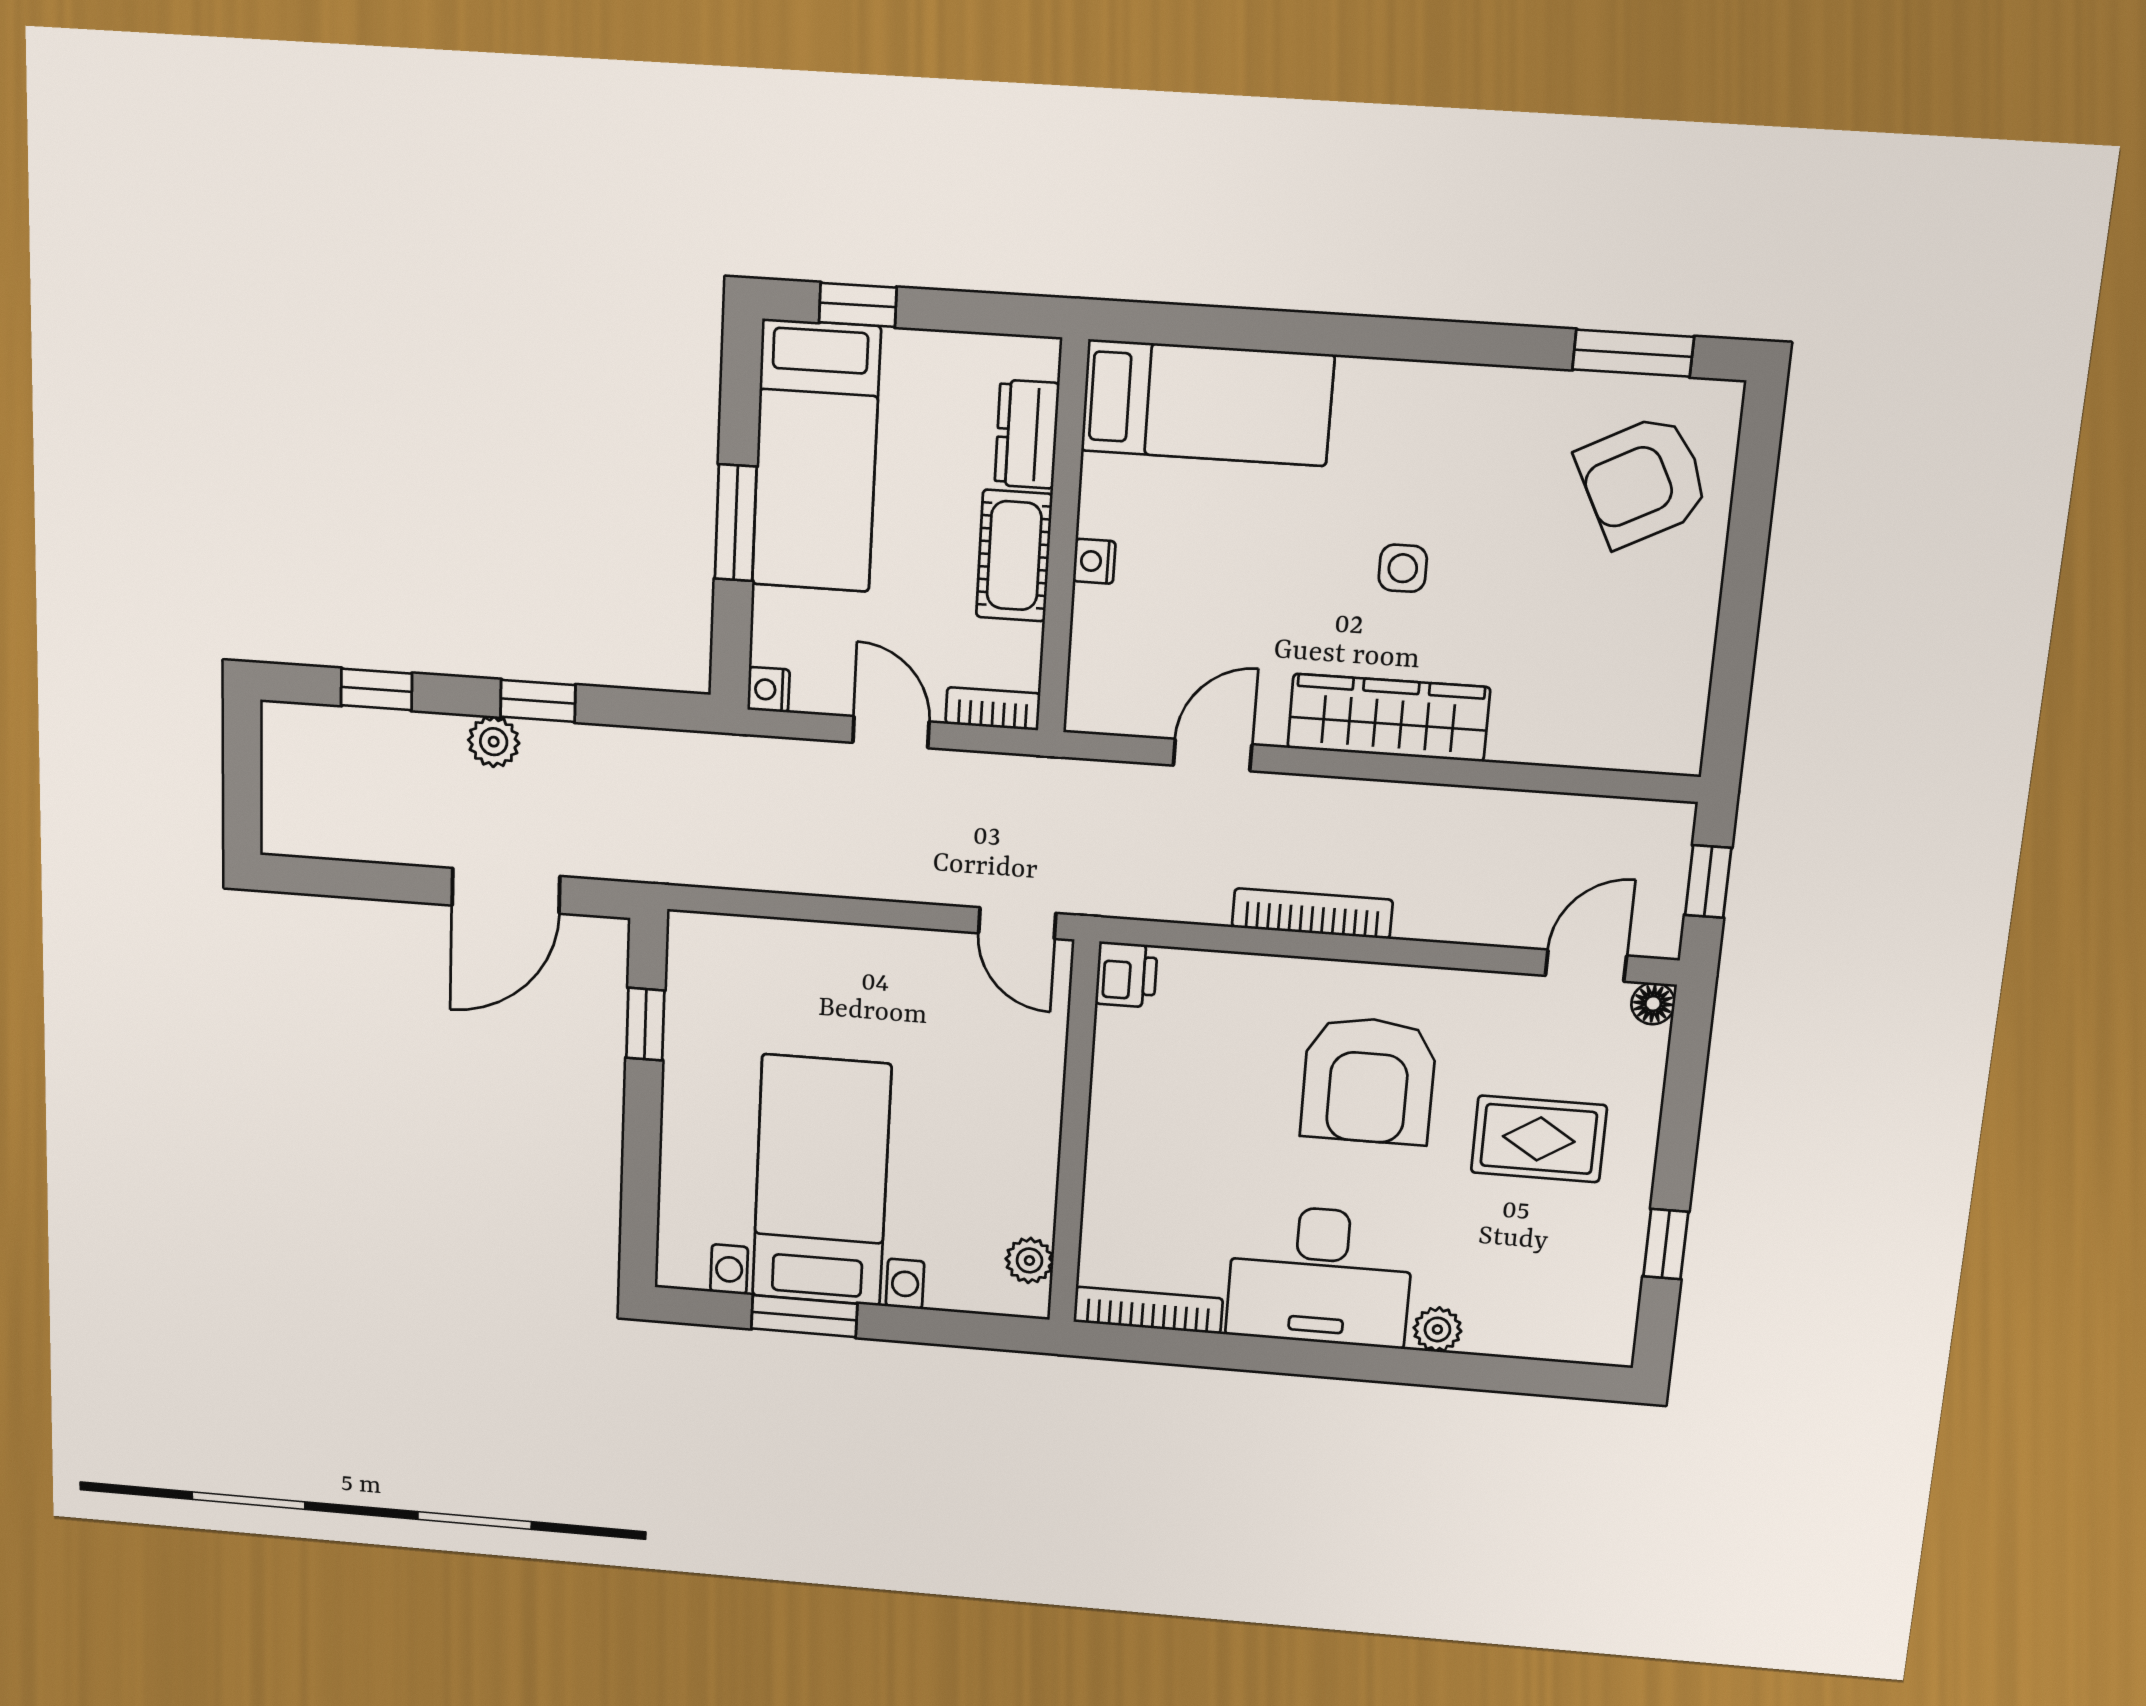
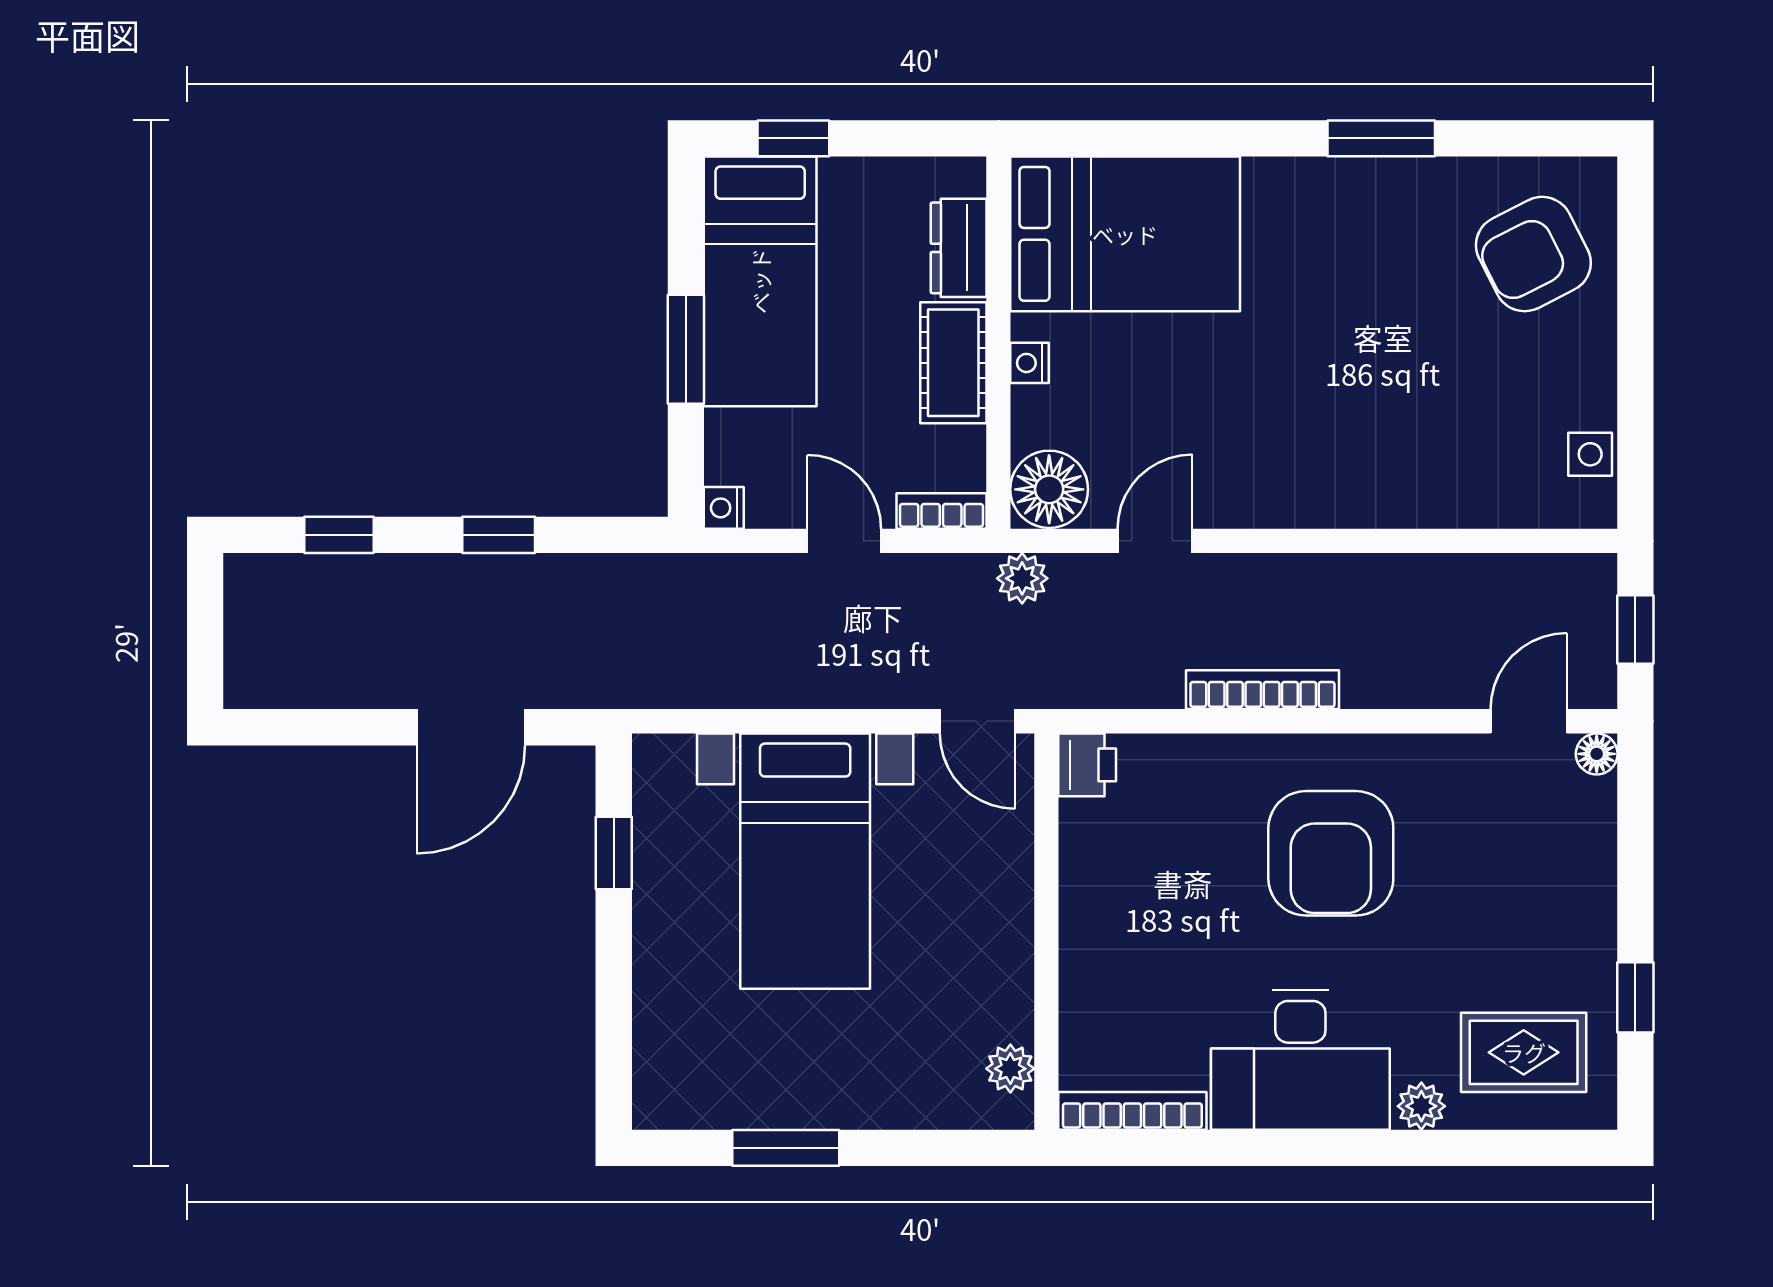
window: (1633, 353) -> (1381, 138), moved
bed: (1207, 403) -> (1125, 234), width x1.50
side table: (1403, 568) -> (1590, 454), moved
floor lamp: (1106, 694) -> (1049, 489), added
wardrobe: (1389, 718) -> (1319, 493), removed
plant: (494, 742) -> (1022, 578), moved
rug: (1539, 1139) -> (1524, 1052), moved
bed with nightstands: (821, 1181) -> (805, 861), moved, turned 180

